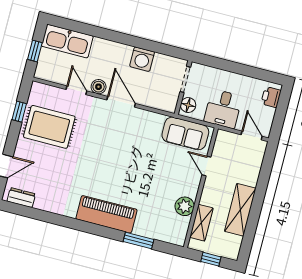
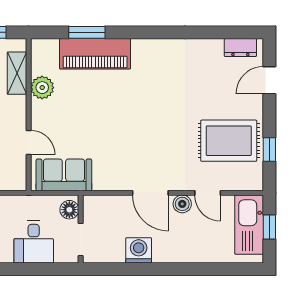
kitchen sink: (67, 41) -> (249, 225), moved, turned -90
desk: (223, 109) -> (34, 242), moved, turned 180
piano: (107, 214) -> (95, 54), moved

